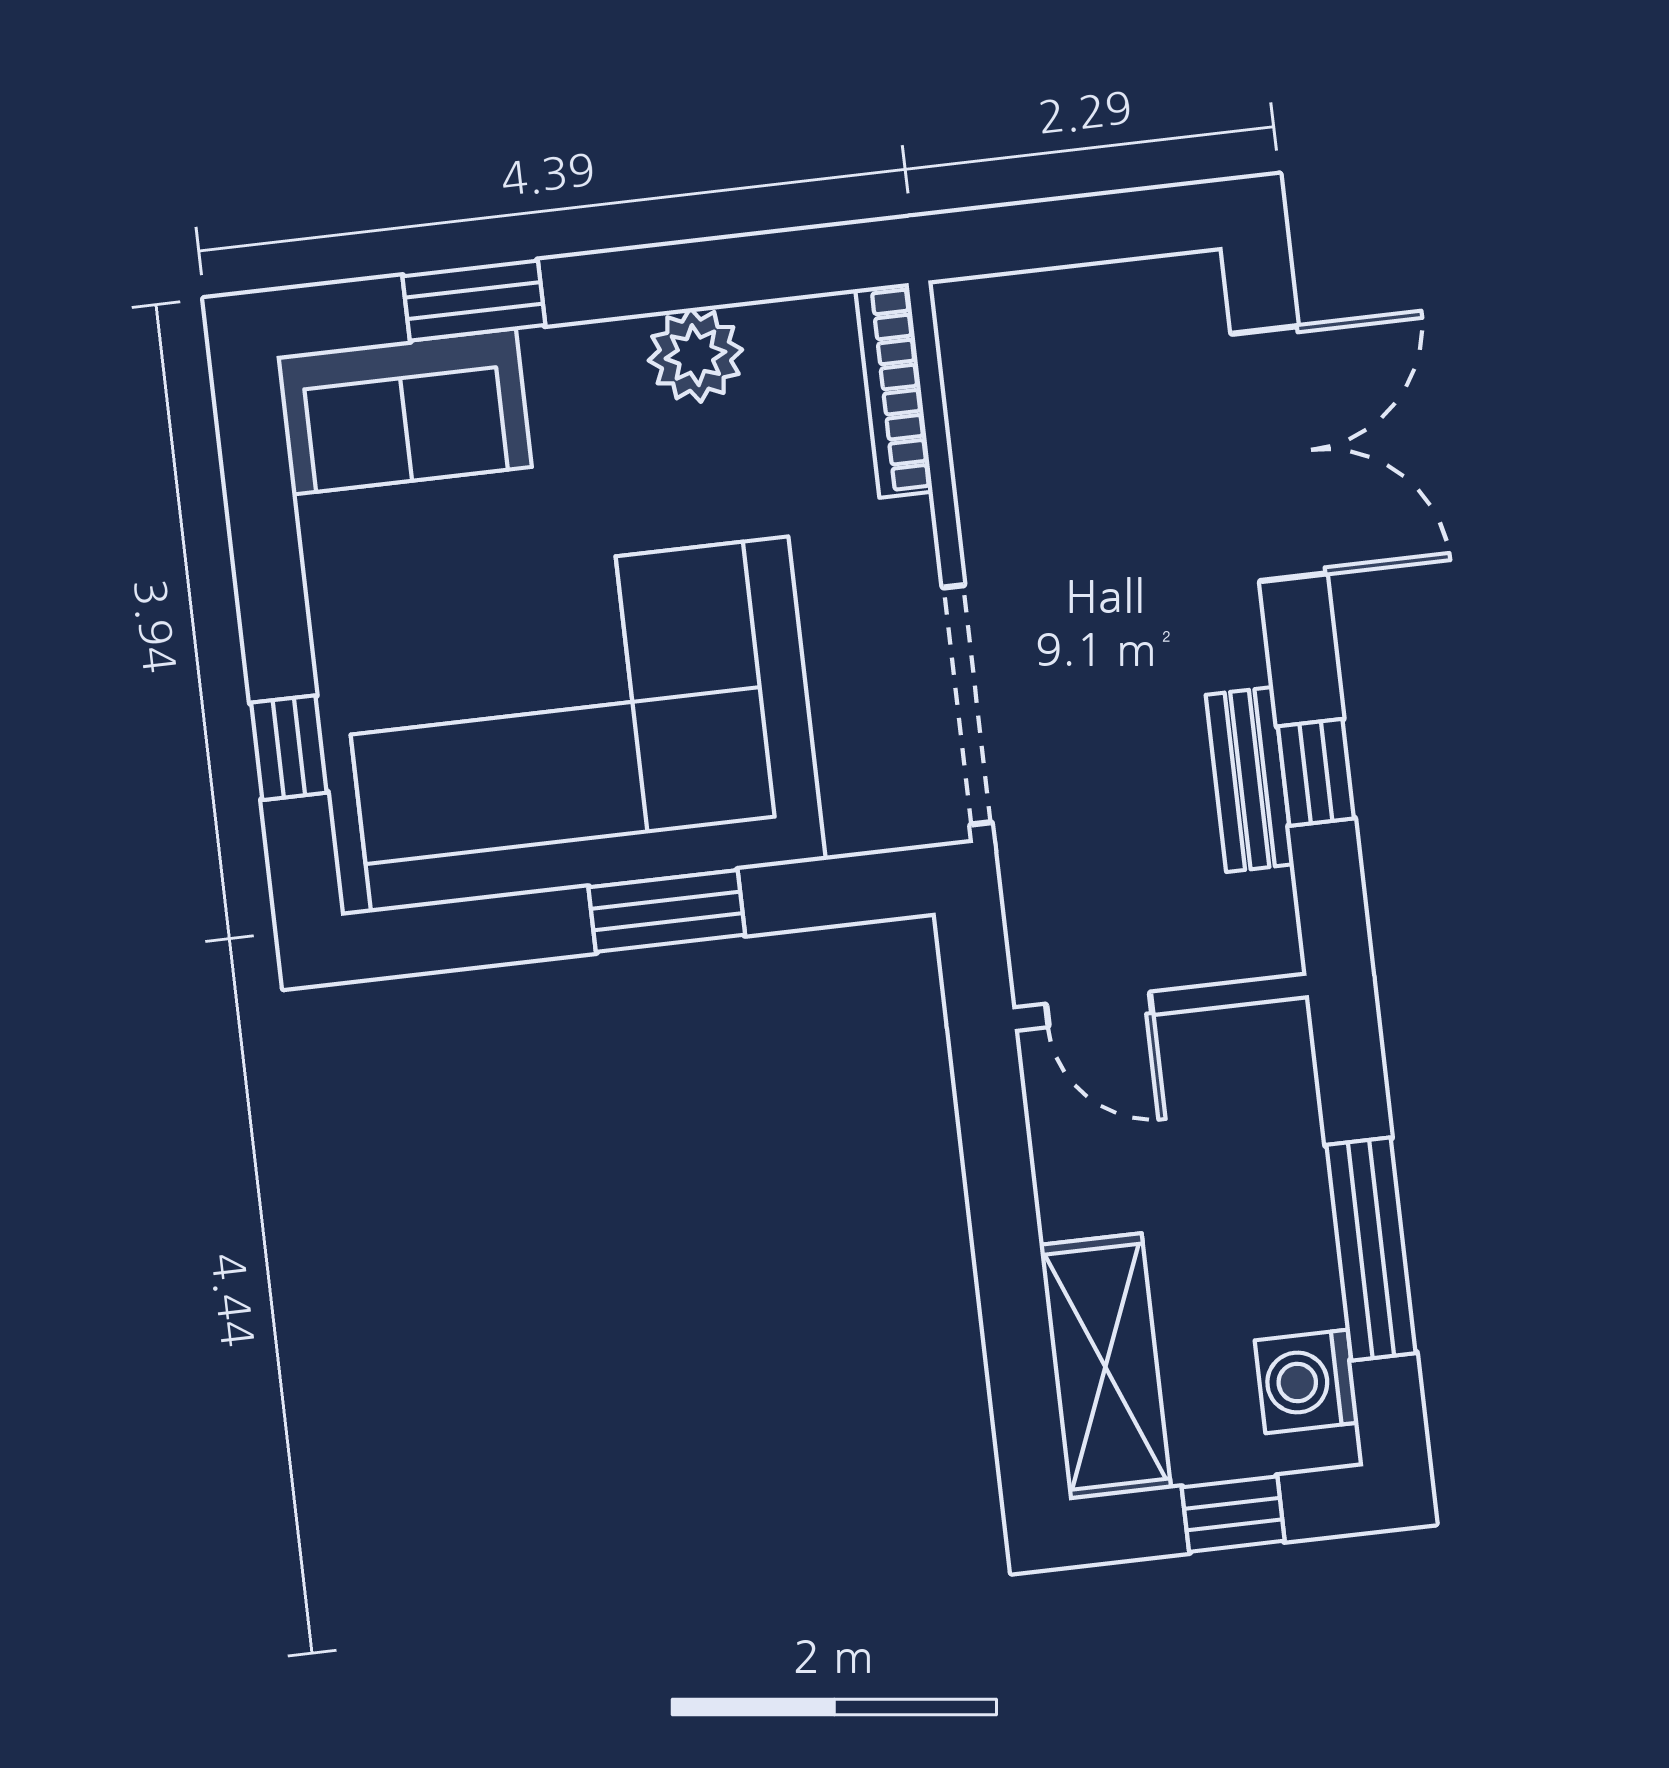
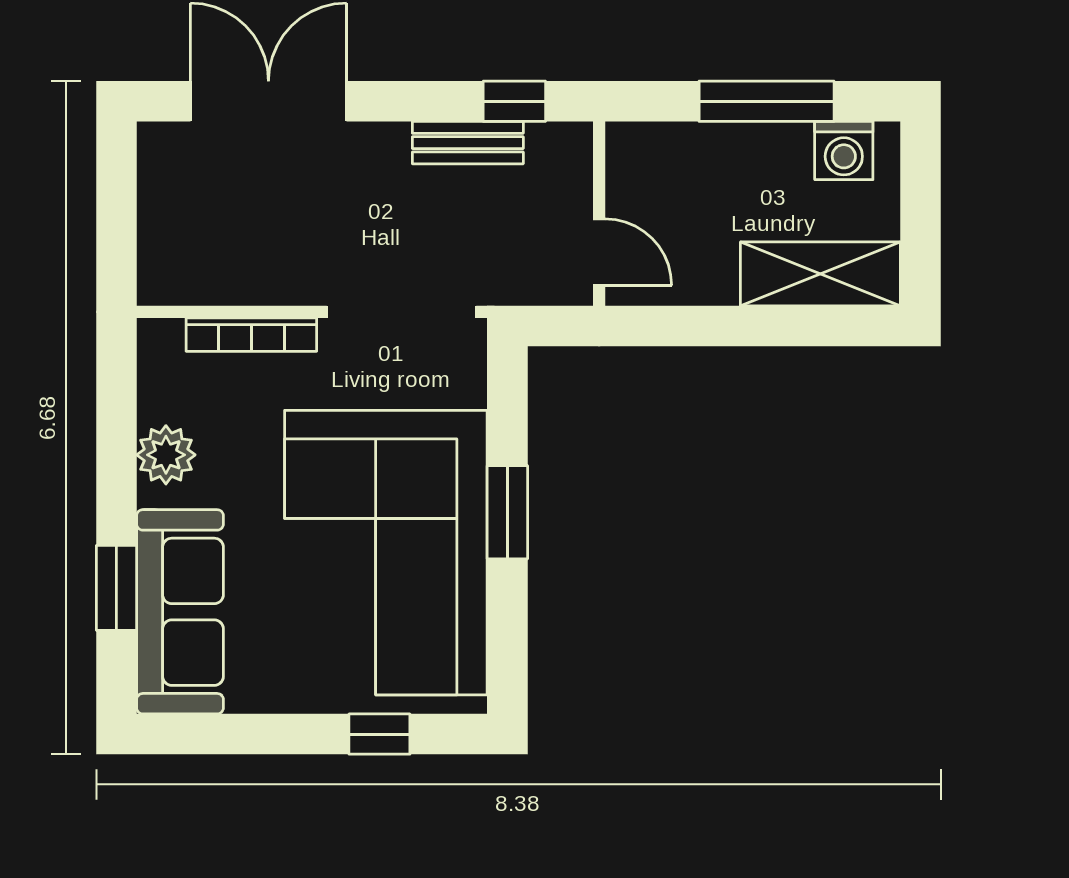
bookcase: (894, 390) -> (251, 335), moved
sofa: (404, 412) -> (180, 612), width x1.36
window: (1316, 772) -> (514, 101), moved
door: (1099, 1009) -> (599, 252), hinge flipped
window: (1233, 1514) -> (920, 205), removed

